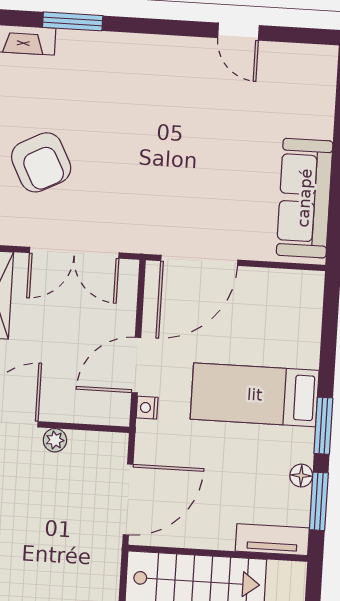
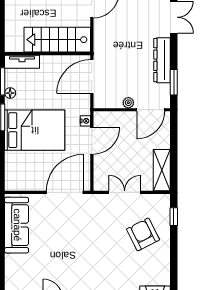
double door: (74, 253) -> (125, 192), width x0.73
bed: (255, 395) -> (35, 130), width x1.50

